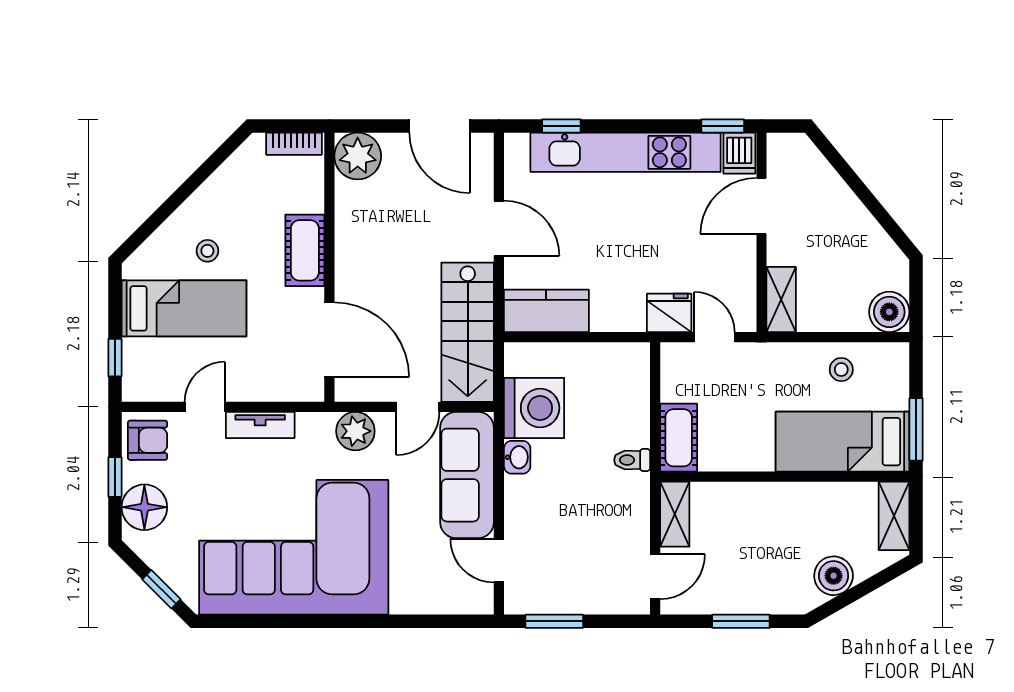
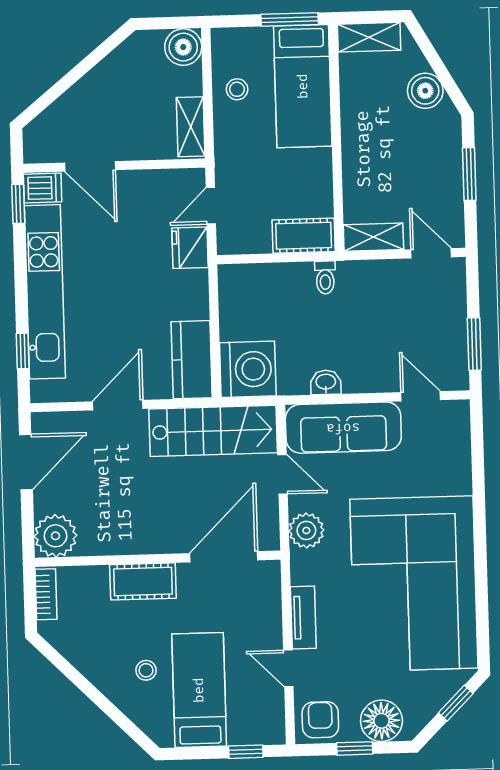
shelving: (781, 299) -> (191, 127), moved, turned 90
washing machine: (534, 408) -> (248, 369), moved, turned 90
door: (499, 561) -> (421, 396), swing flipped

